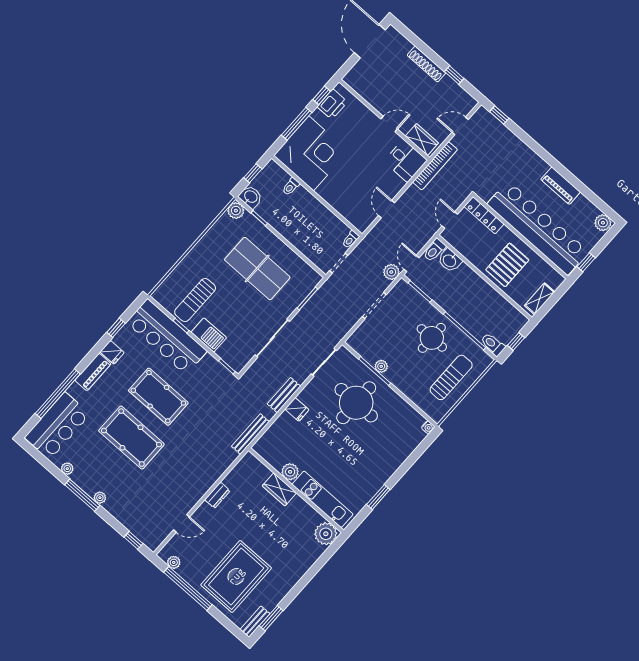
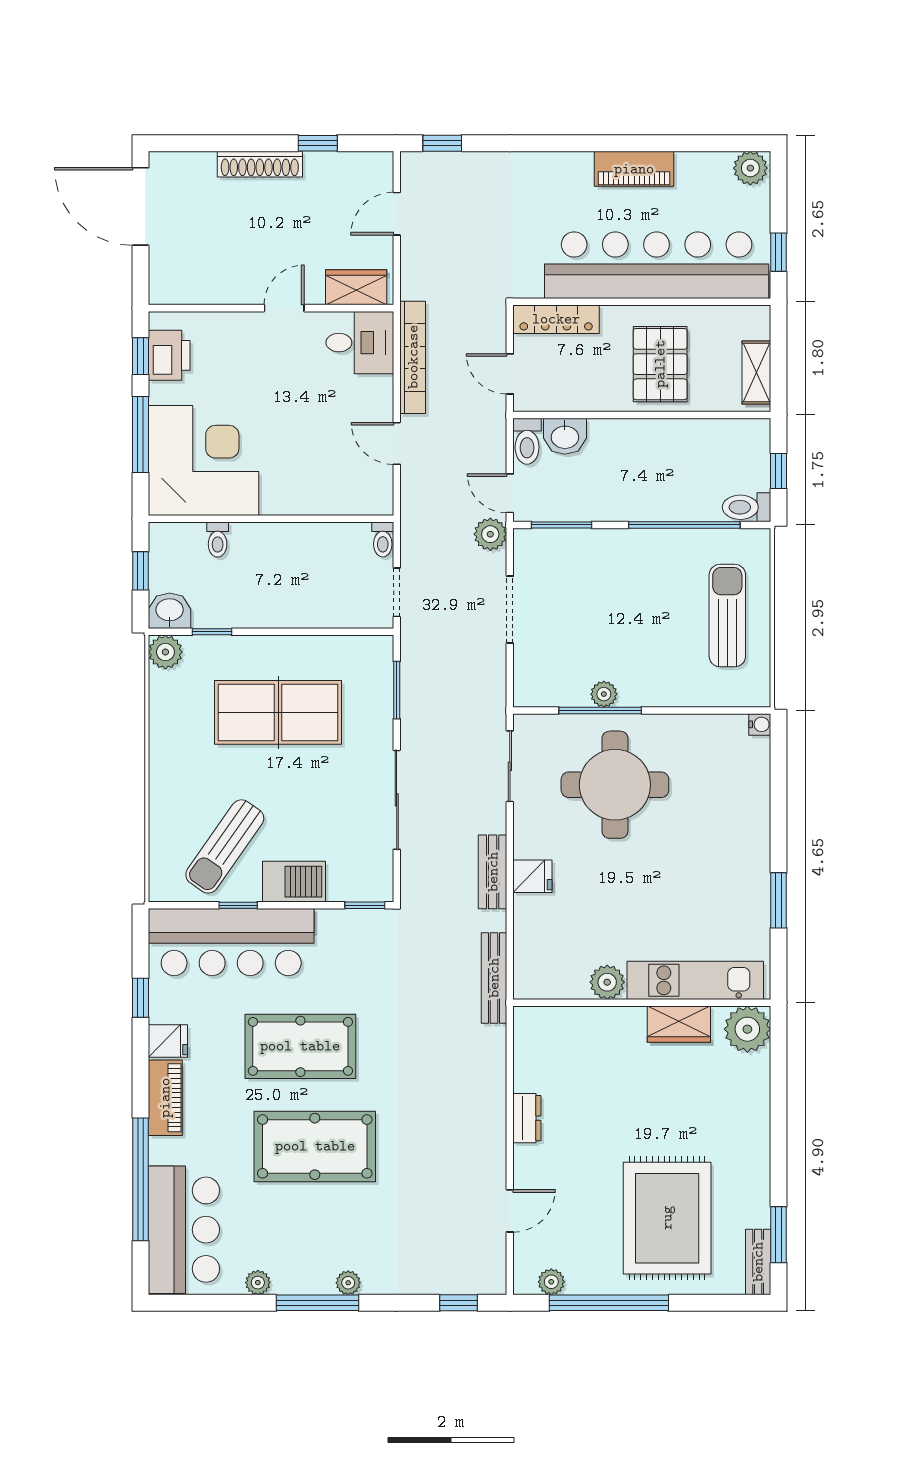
bookcase: (435, 166) -> (413, 357), moved
sun lounger: (195, 300) -> (225, 846), turned 35
round table: (432, 338) -> (643, 581), removed
wardrobe: (279, 489) -> (679, 1024), moved

